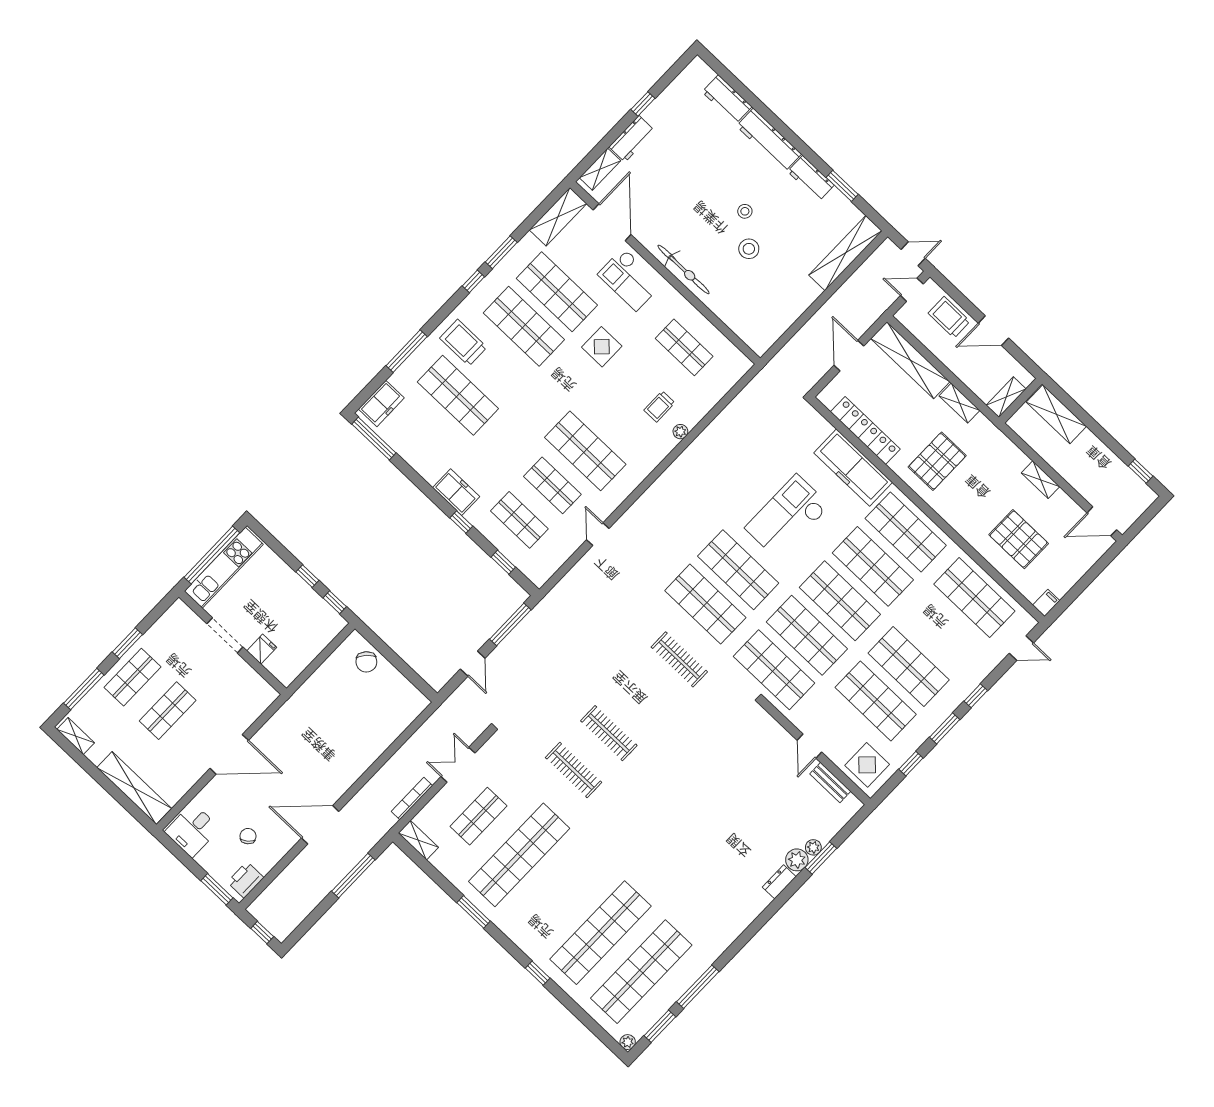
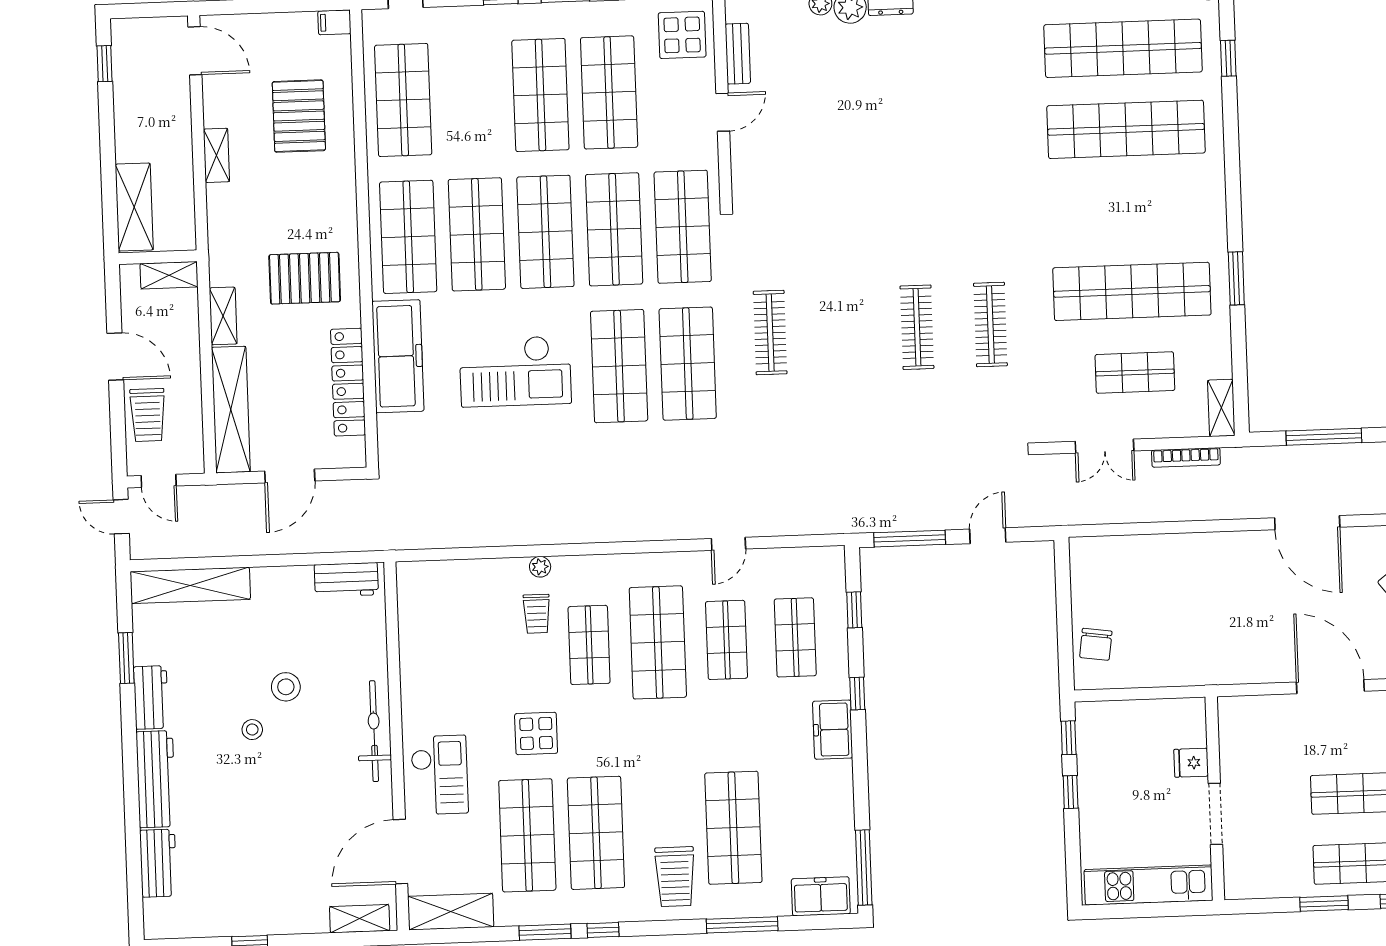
workbench: (632, 139) -> (346, 580), moved, turned 180
shop shelf: (684, 347) -> (589, 645), moved
trolley: (659, 407) -> (537, 614), turned 90
window: (212, 555) -> (1148, 910), removed
chair: (366, 662) -> (1096, 644), turned 145
window: (538, 973) -> (1228, 58), moved

